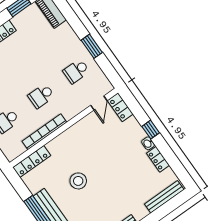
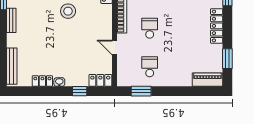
window: (92, 46) -> (141, 91), moved
door: (99, 103) -> (115, 48), moved
window: (151, 130) -> (80, 91), moved

